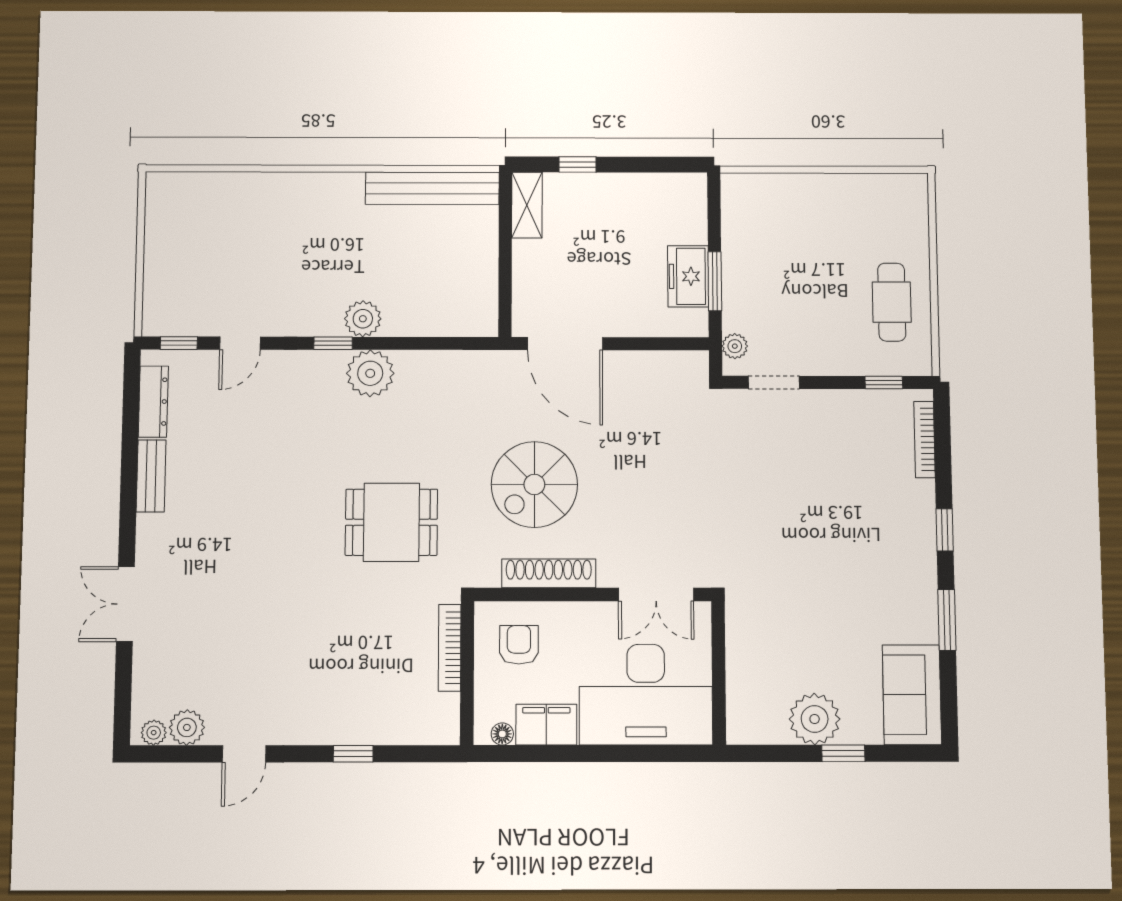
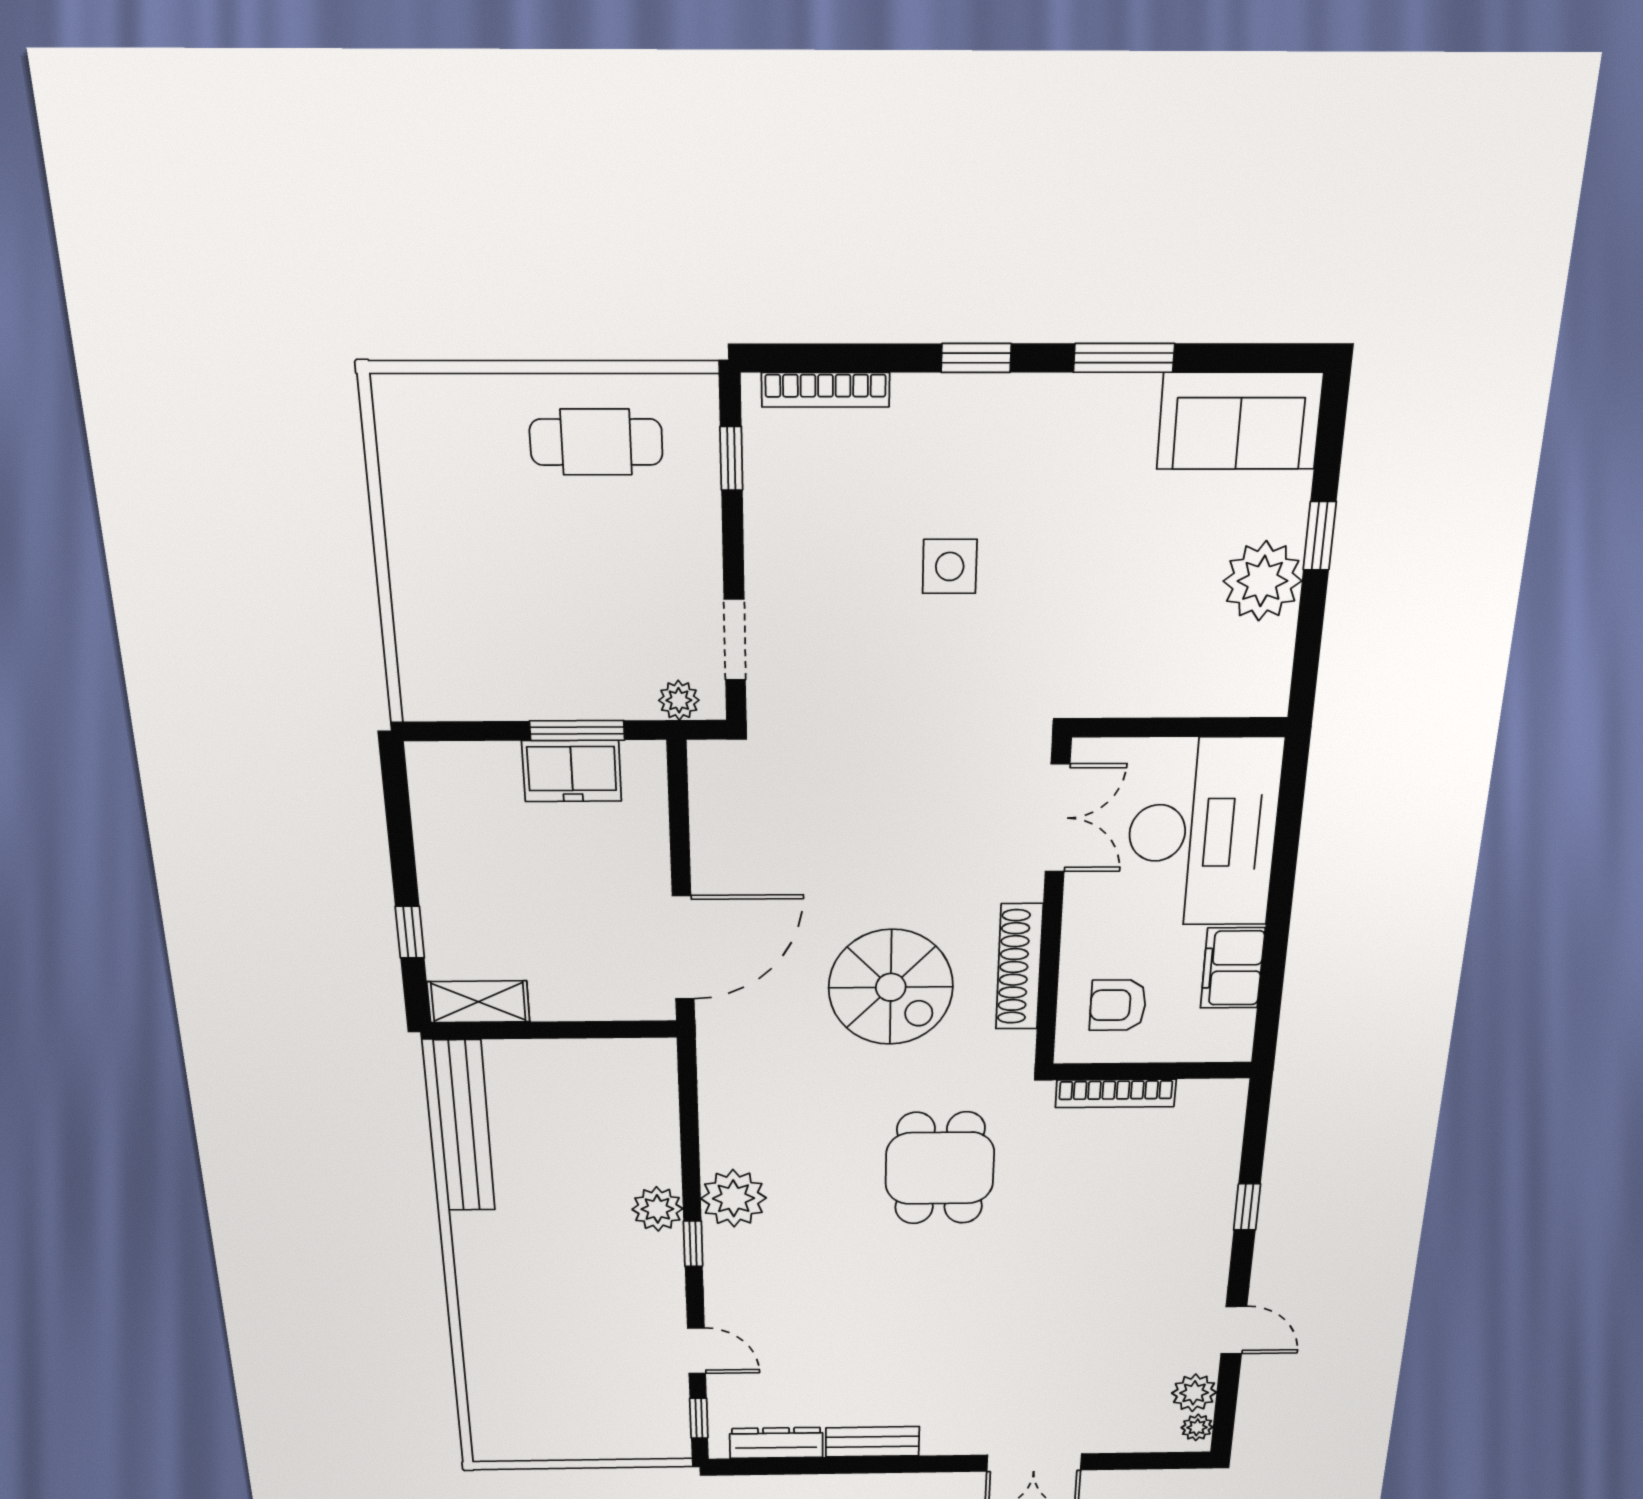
side table: (821, 517) -> (950, 566), added
floor lamp: (502, 734) -> (1240, 1025), removed

